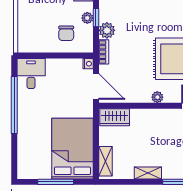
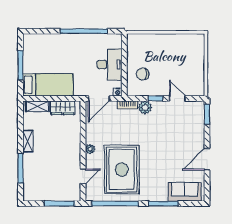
plant: (87, 18) -> (155, 91), removed
desk: (31, 74) -> (110, 65), moved, width x1.37
wardrobe: (115, 117) -> (63, 108), moved, turned -90
bed: (72, 149) -> (48, 85), width x0.67

